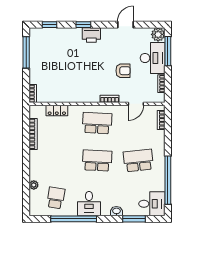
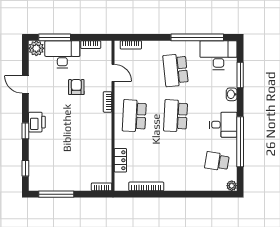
plant: (34, 185) -> (232, 186), moved
desk: (152, 204) -> (218, 55), width x1.37

